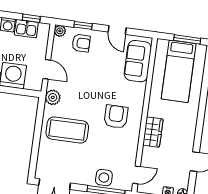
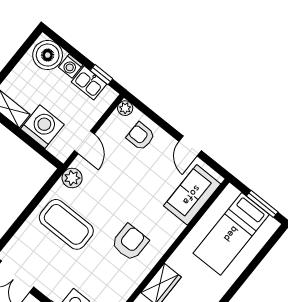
window: (83, 25) -> (155, 118), removed
armchair: (81, 43) -> (141, 136), turned 180

